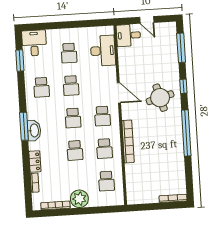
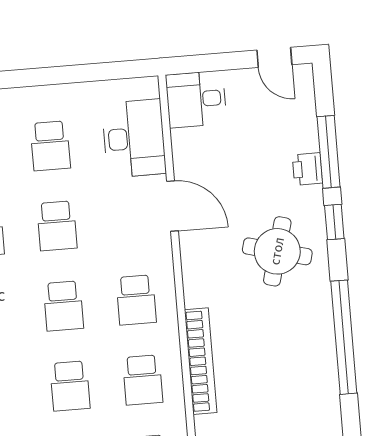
door: (147, 20) -> (274, 57), moved
window: (181, 48) -> (329, 152), moved
printer: (173, 65) -> (307, 169), added
door: (119, 93) -> (173, 206), moved
round table: (160, 98) -> (277, 251), turned 30

